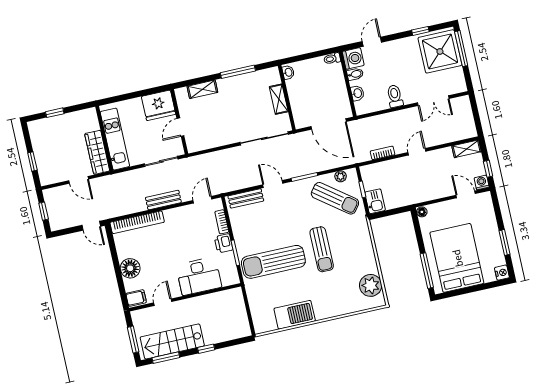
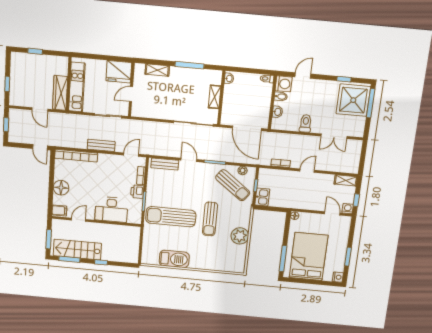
plant: (371, 285) -> (240, 236), moved

